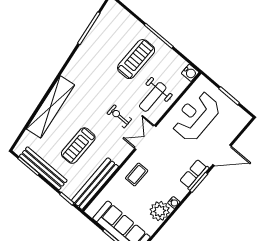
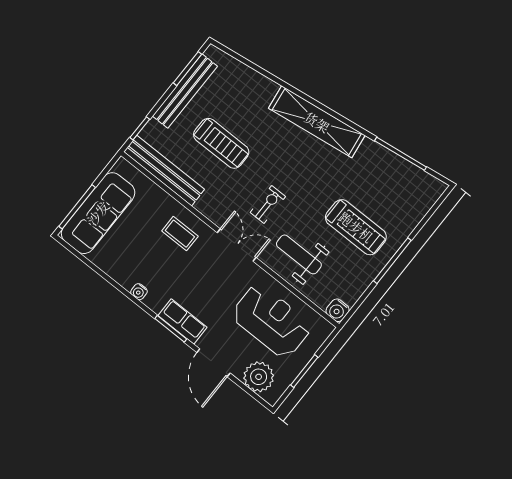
shelving: (50, 107) -> (317, 122), moved
treadmill: (78, 146) -> (221, 143), turned 180
plant: (160, 211) -> (259, 377), moved

